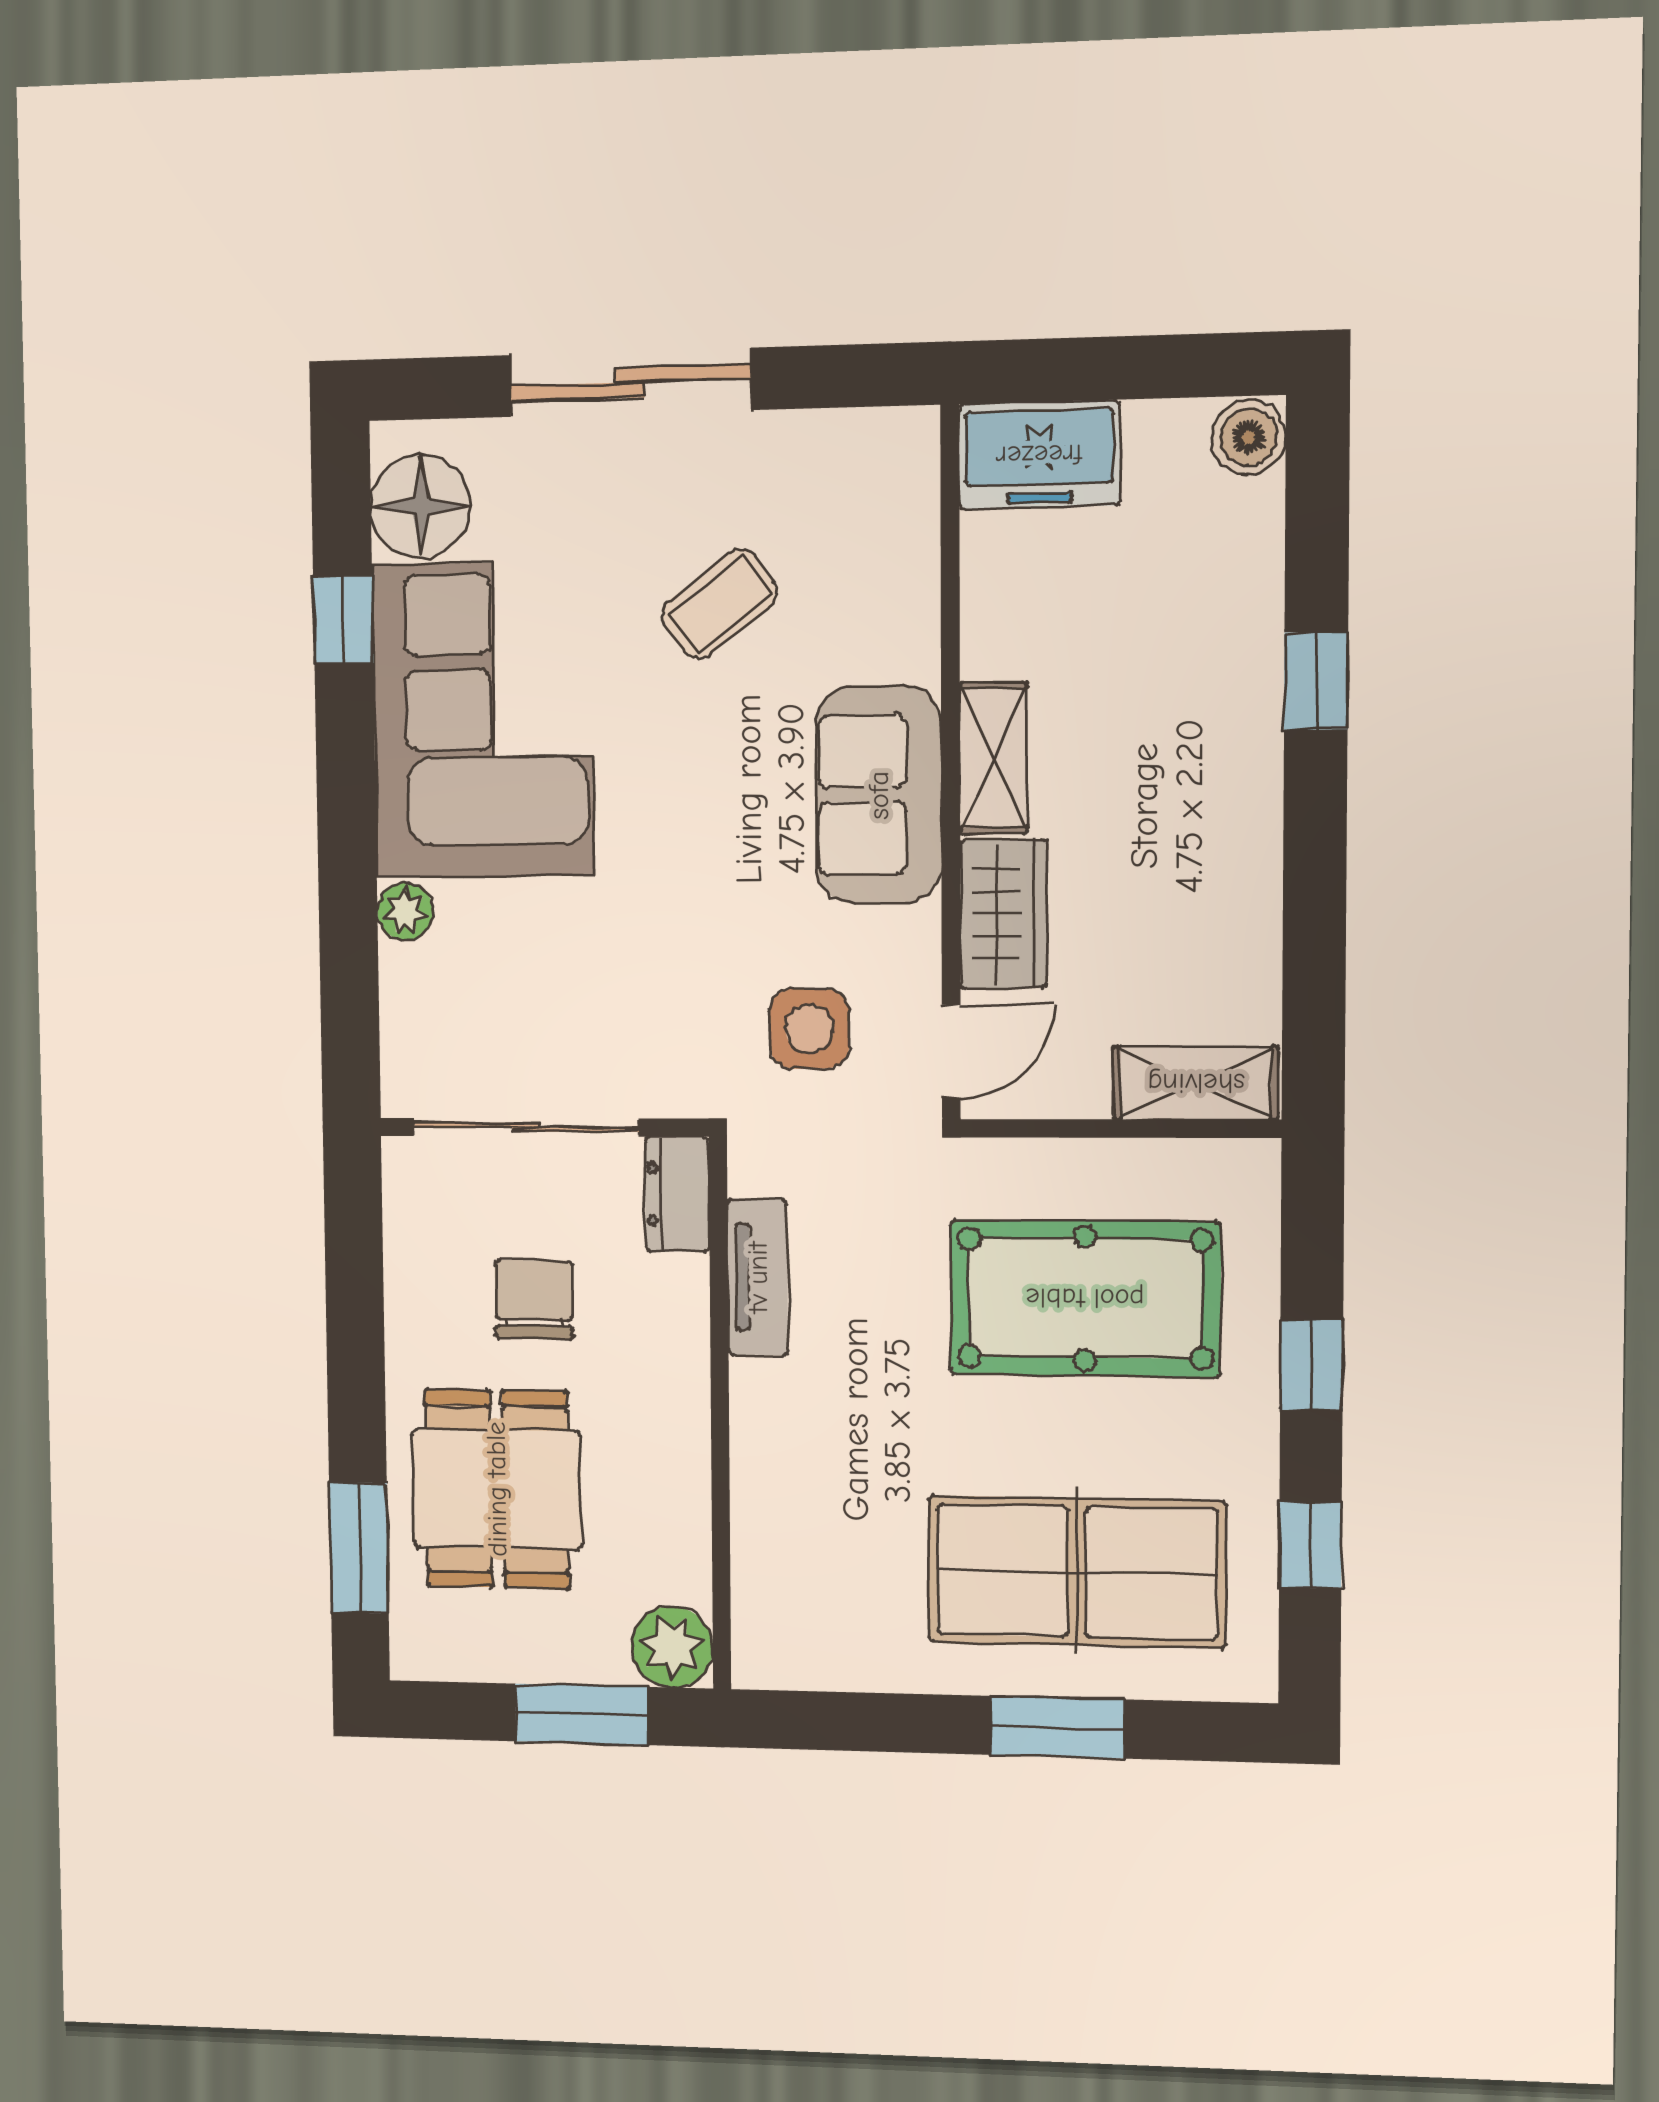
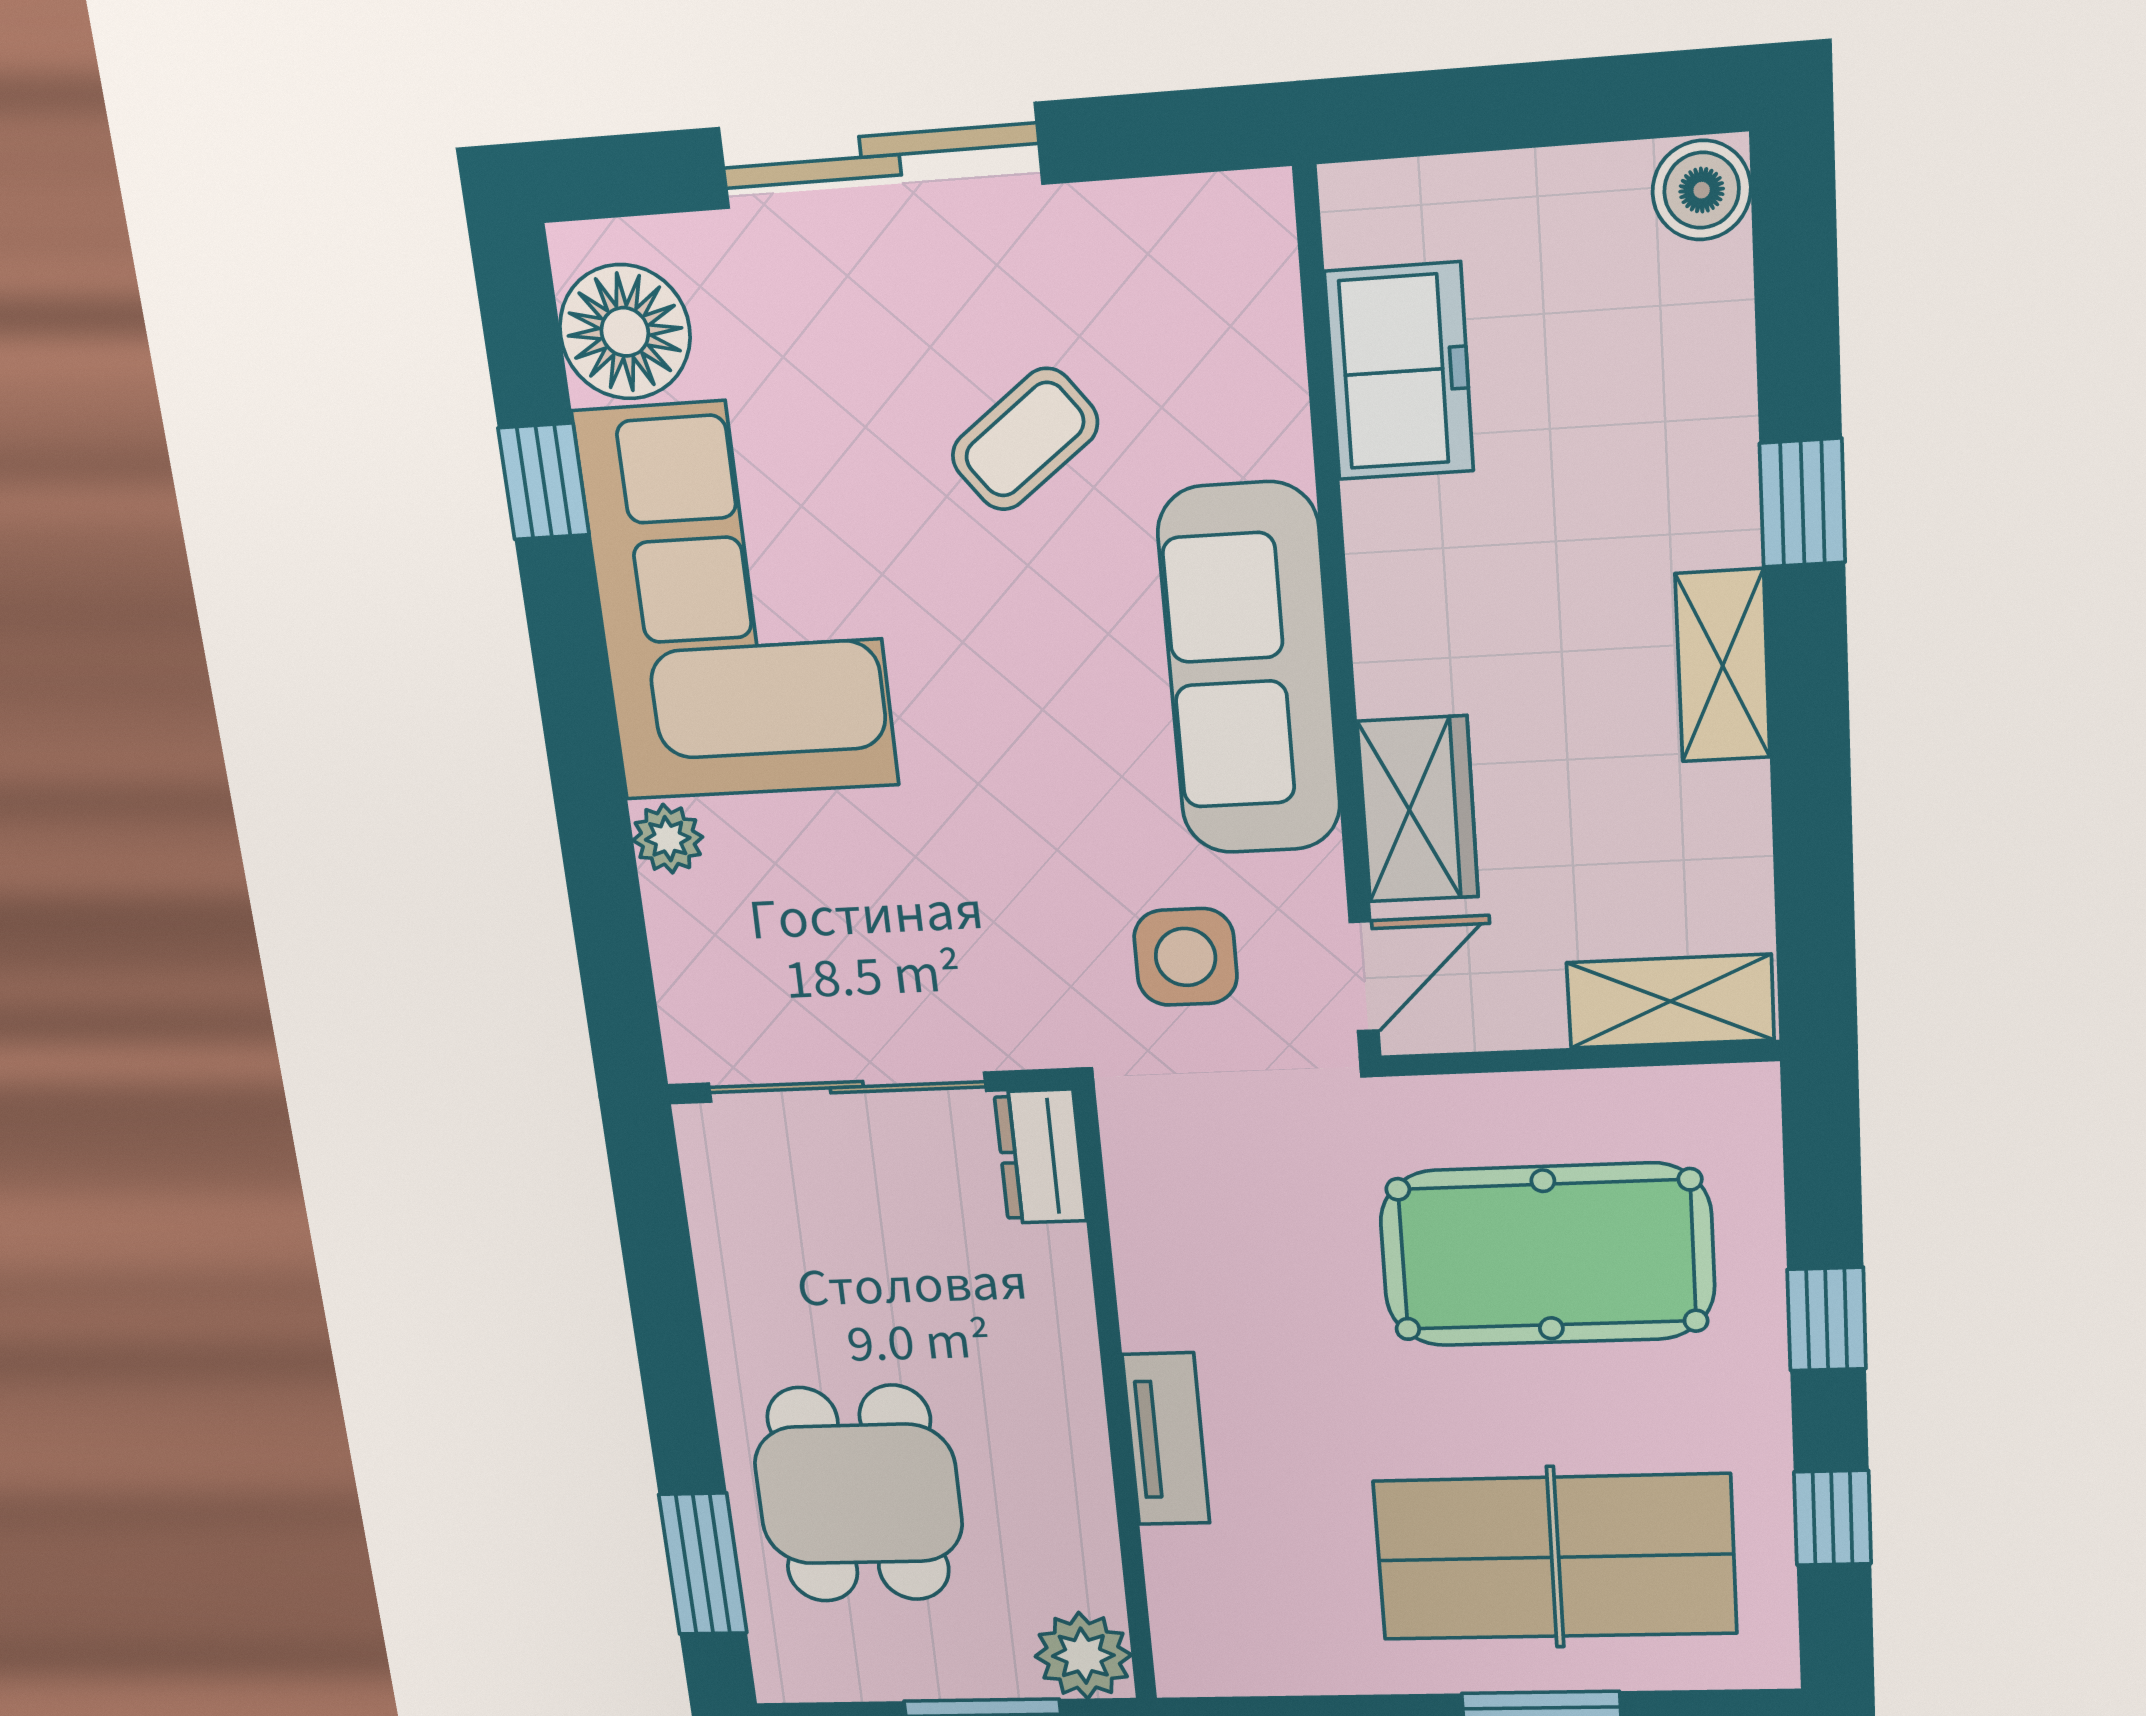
freezer: (1039, 455) -> (1399, 372), moved, turned -90
shelving: (994, 758) -> (1723, 666), moved
sofa: (879, 795) -> (1250, 670), width x1.36
tv unit: (758, 1277) -> (1166, 1439), moved
chair: (534, 1299) -> (879, 1283), removed

